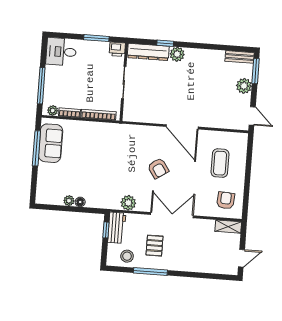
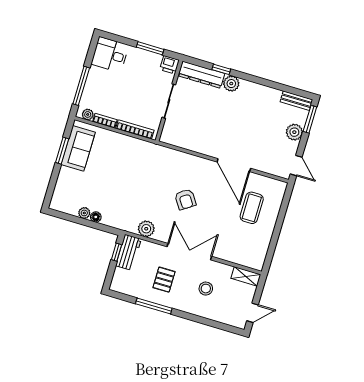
door: (182, 127) -> (234, 165), moved
window: (36, 148) -> (62, 151), width x0.69
armchair: (226, 200) -> (249, 248), removed
stool: (127, 256) -> (206, 289), moved

